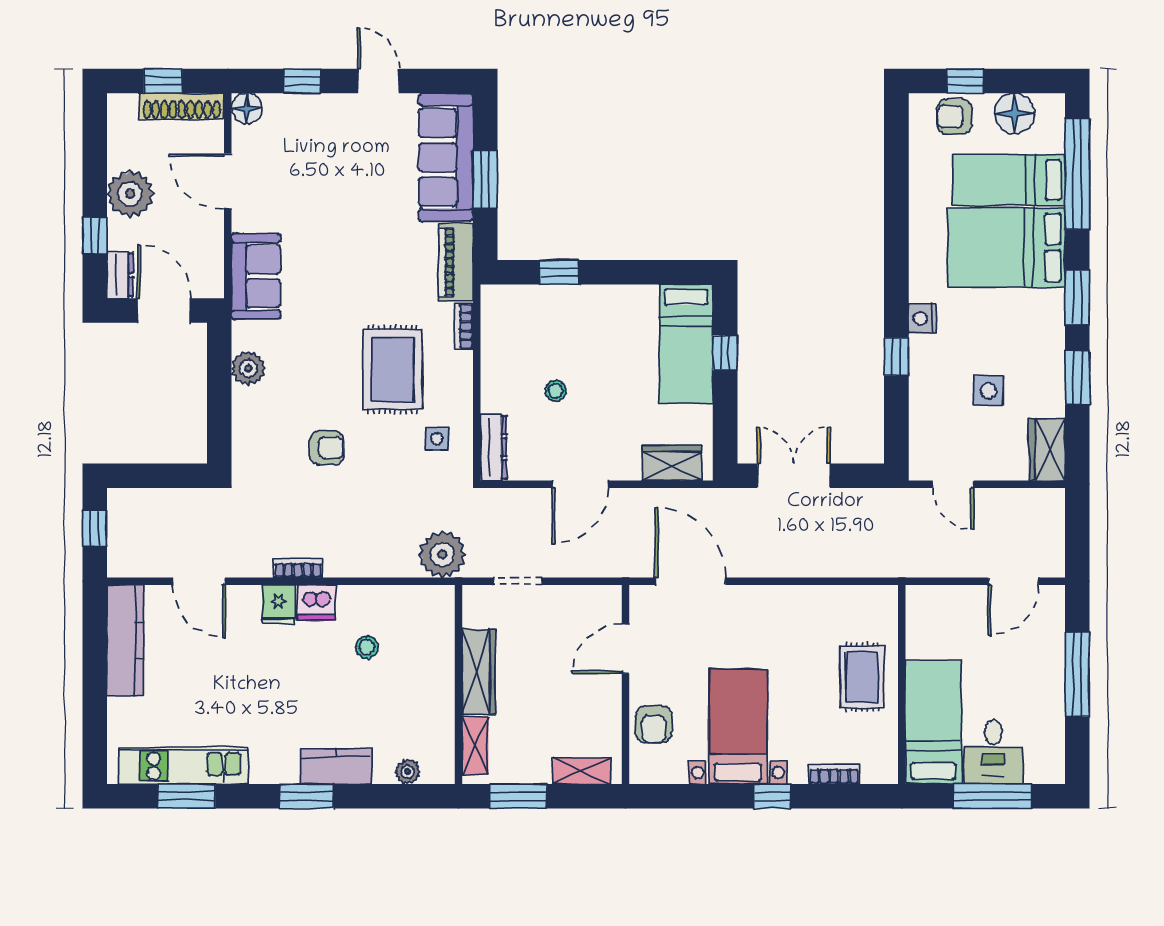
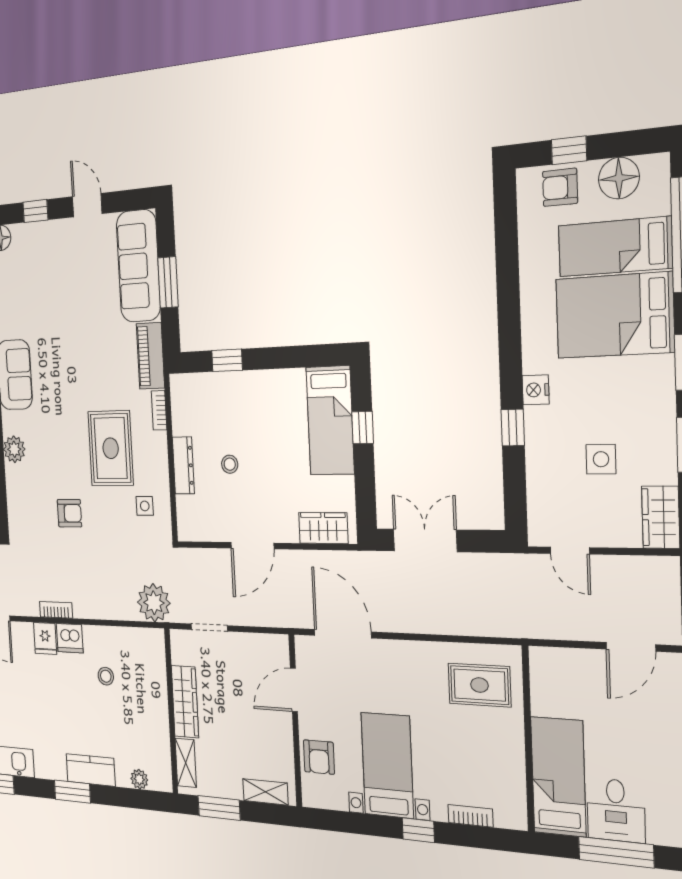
dresser: (493, 447) -> (183, 465), moved
rug: (862, 677) -> (479, 685), moved, turned 90

